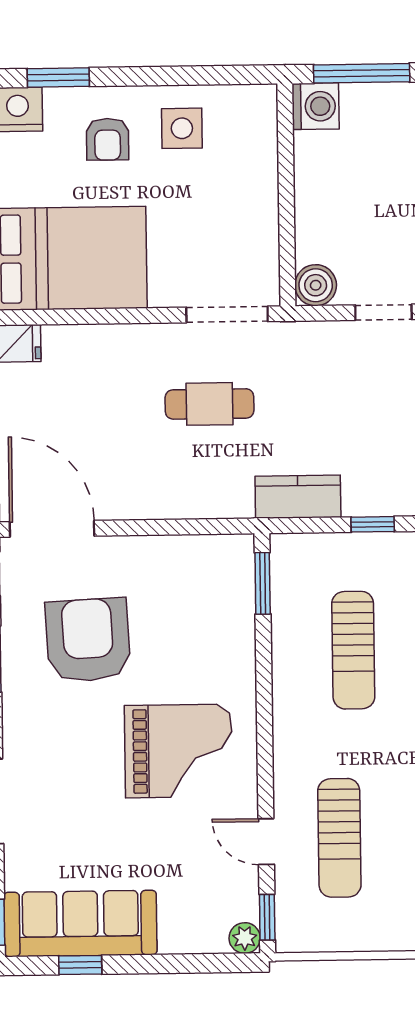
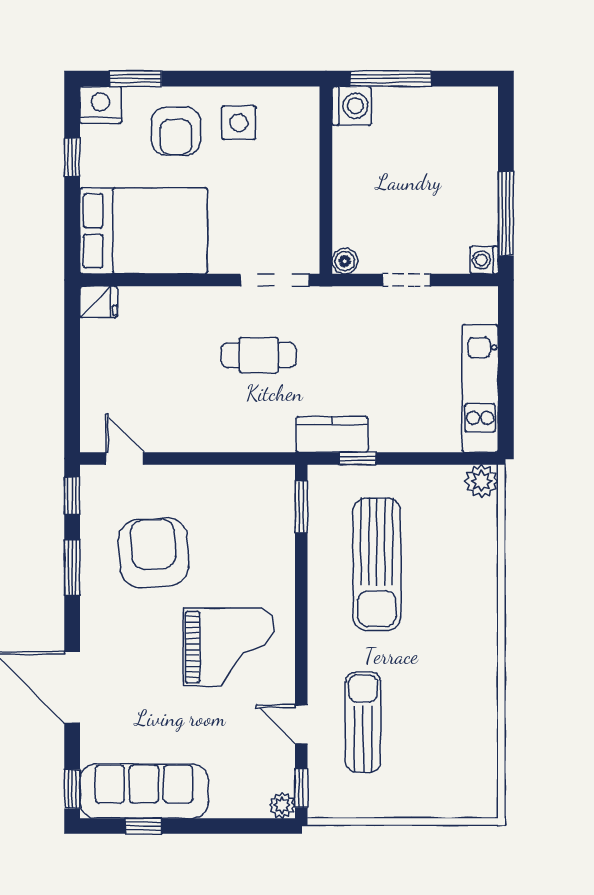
armchair: (108, 139) -> (176, 131), width x1.38, depth x1.38
boiler: (316, 285) -> (345, 261), width x0.73, depth x0.73
window: (373, 524) -> (357, 458), moved
door: (52, 529) -> (125, 458), width x0.53
sun lounger: (353, 650) -> (377, 564), width x1.36, depth x1.34
sun lounger: (339, 838) -> (363, 722), turned 180

